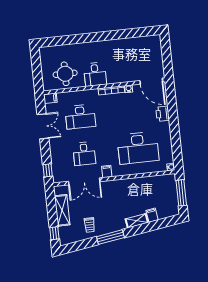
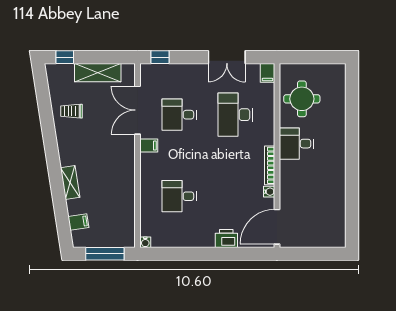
desk: (138, 148) -> (179, 196), width x0.53, depth x0.77
filing cabinet: (152, 215) -> (78, 222), moved
window: (110, 237) -> (50, 141), removed

